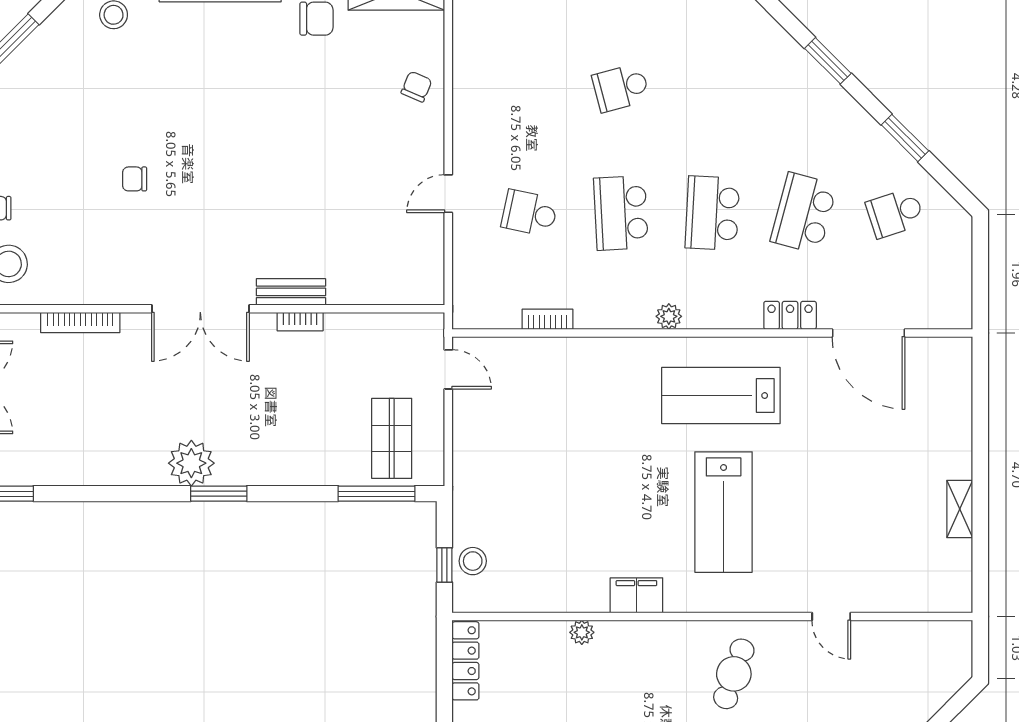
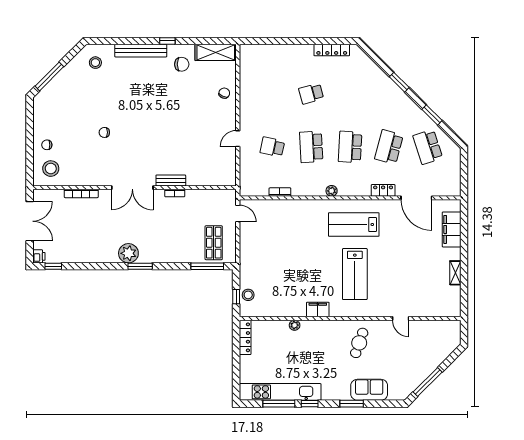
school desk: (895, 213) -> (428, 147), width x1.85
filing cabinet: (951, 407) -> (452, 229), added

